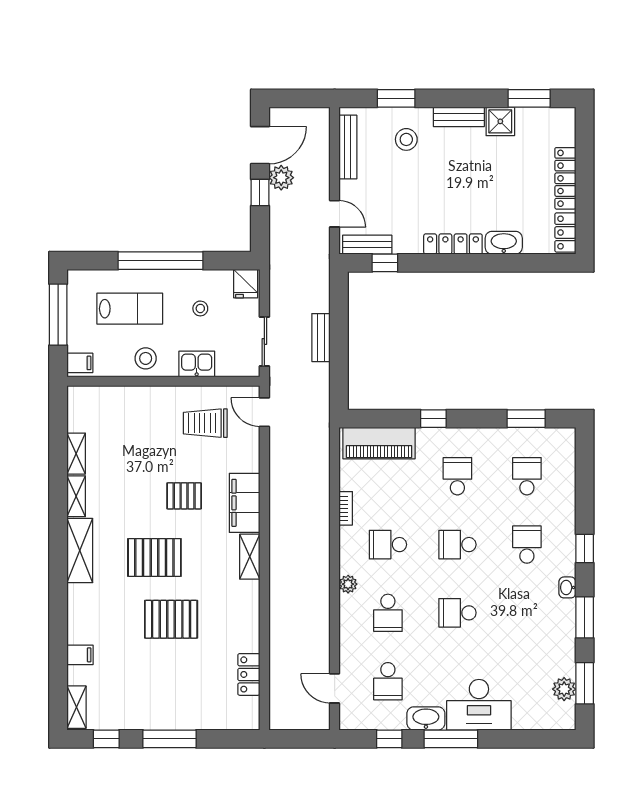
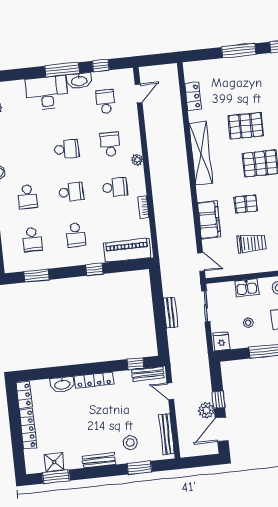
shower: (500, 121) -> (54, 462), moved
trolley: (205, 423) -> (252, 243), moved
filing cabinet: (245, 503) -> (209, 220), moved
shelving: (250, 557) -> (201, 153), width x2.20, depth x1.33
door: (335, 688) -> (139, 93), hinge flipped

